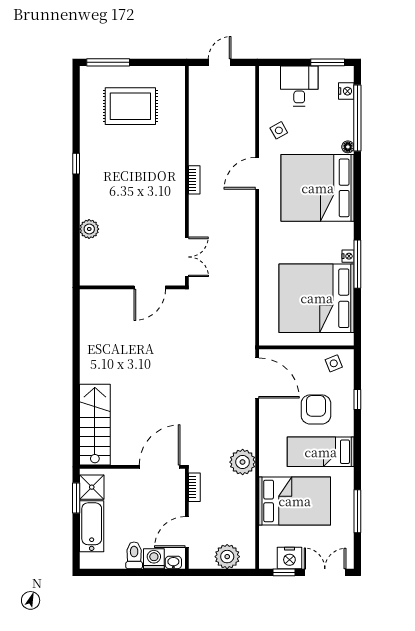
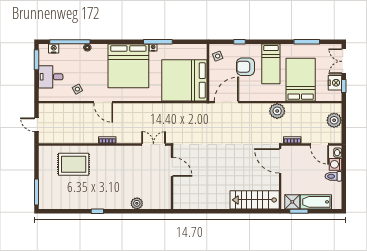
rug: (130, 106) -> (74, 164), moved, turned 90
bed: (318, 188) -> (128, 66), moved
bed: (317, 298) -> (184, 80), moved, turned 90

